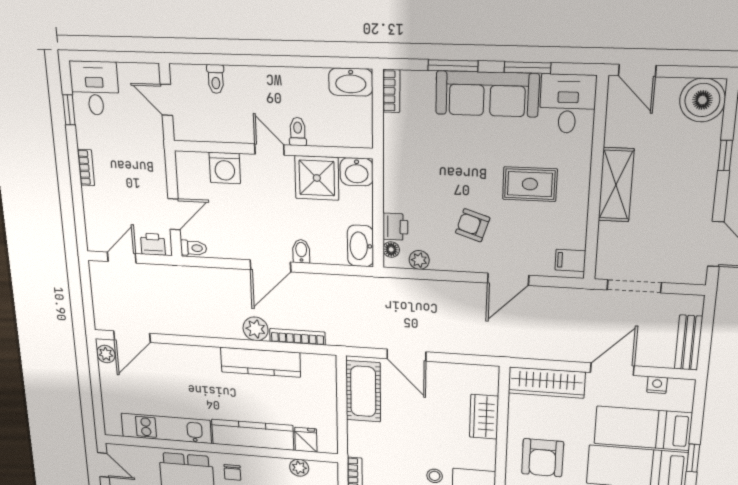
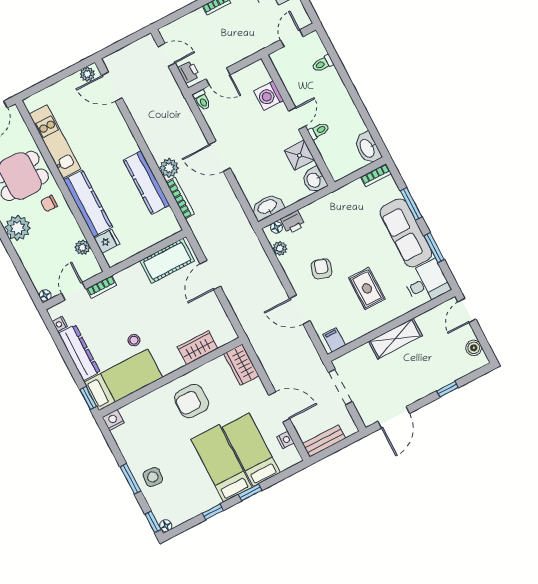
boiler: (702, 100) -> (474, 348), width x0.54, depth x0.54
shower: (317, 178) -> (300, 155), width x0.73, depth x0.73
bidet: (301, 251) -> (242, 171), removed
wardrobe: (547, 383) -> (241, 365), width x0.67

